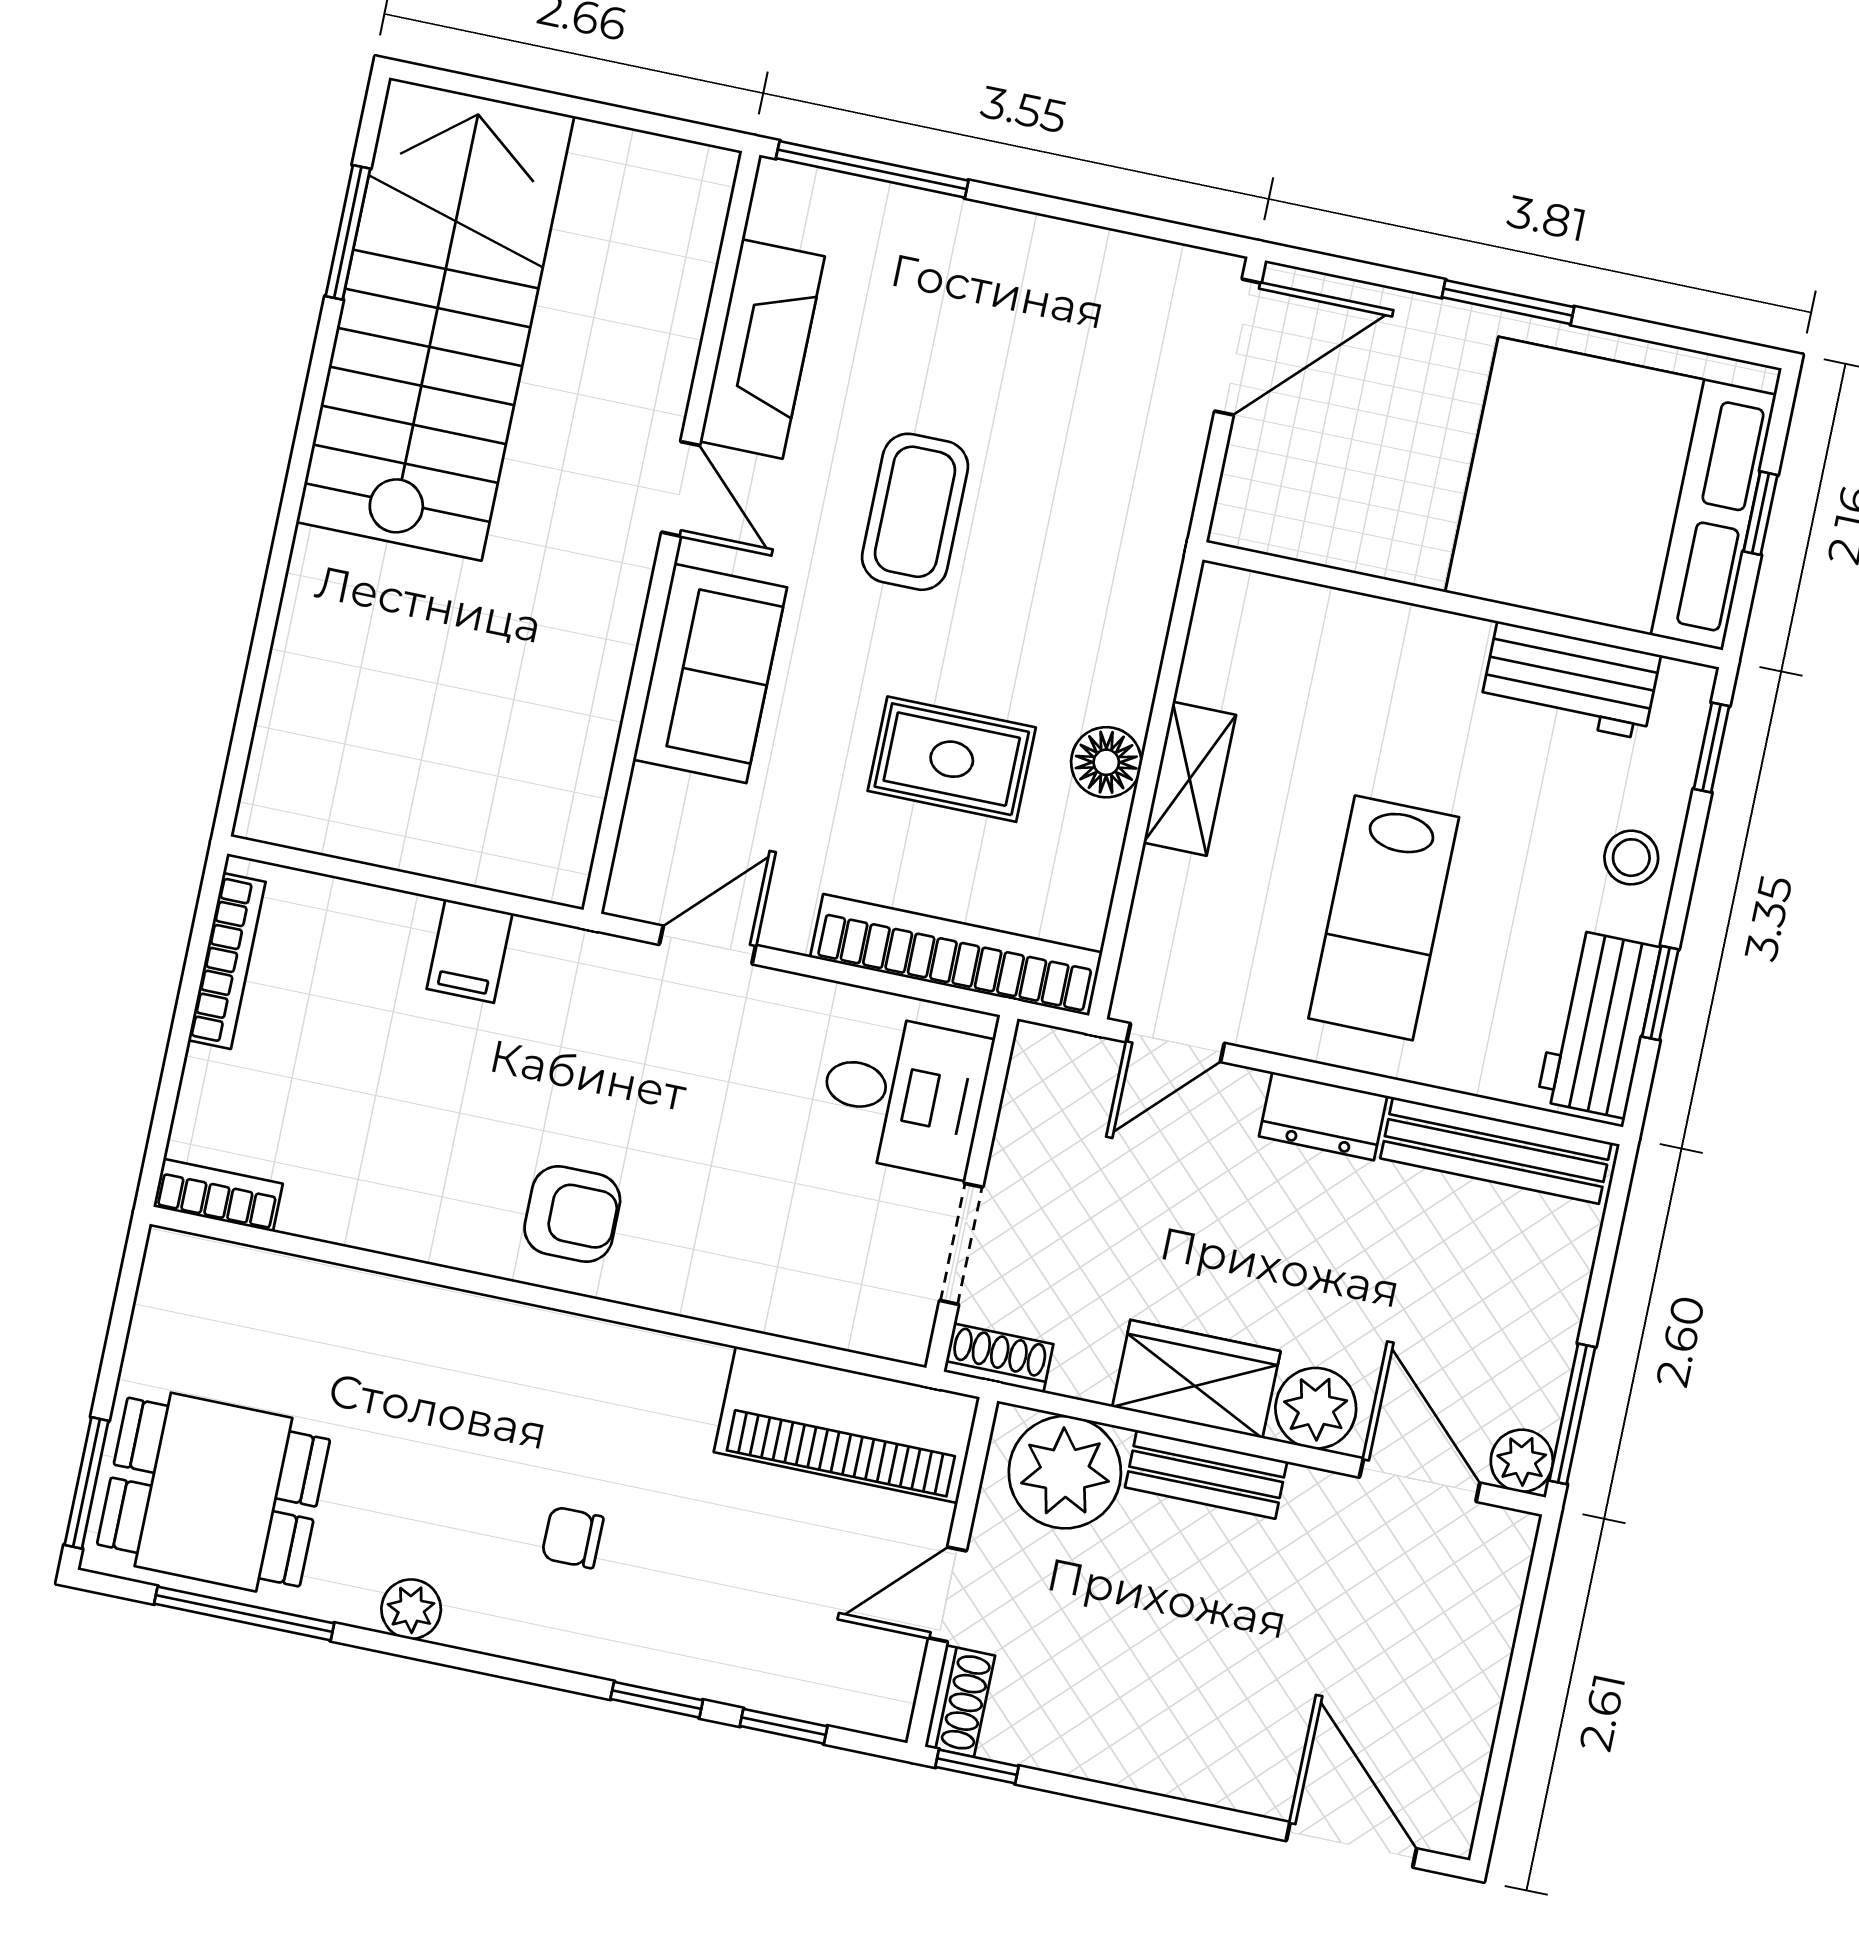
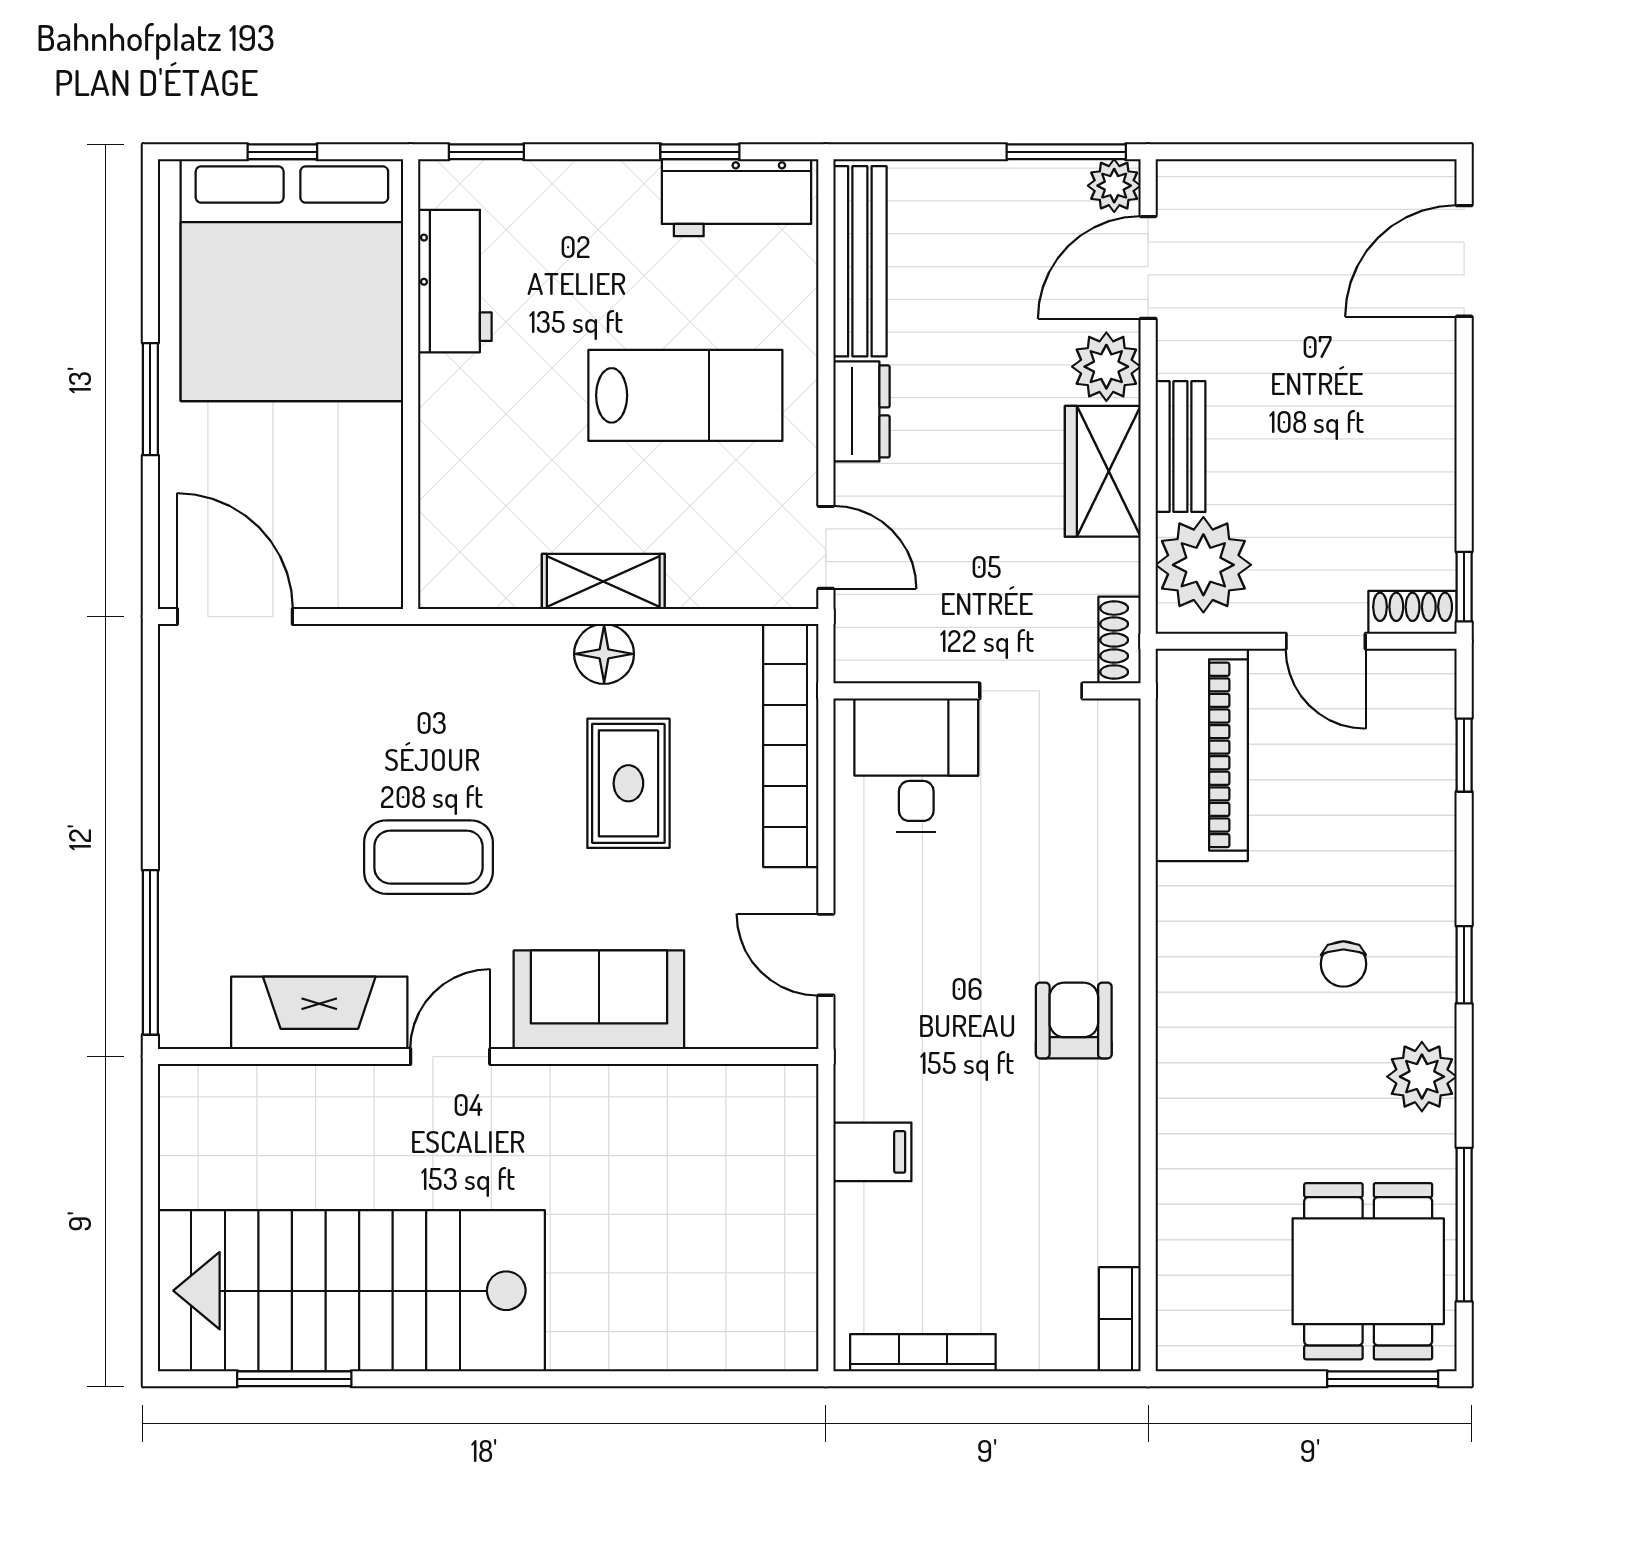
stool: (1631, 858) -> (592, 199), removed
plant: (411, 1609) -> (1422, 1077), width x1.38, depth x1.38
window: (657, 1700) -> (1464, 965), moved

